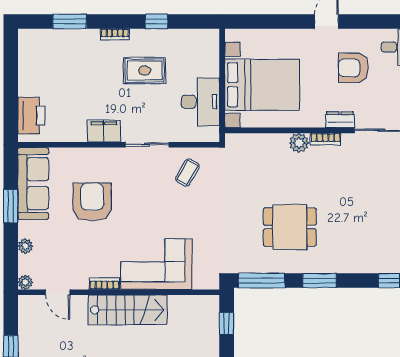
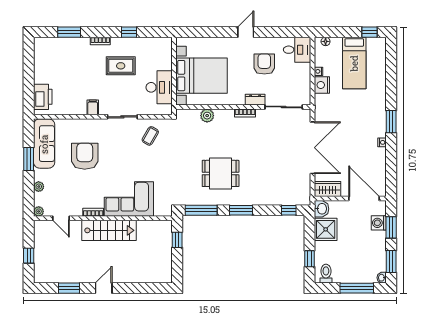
armchair: (353, 68) -> (264, 64), turned 90
filing cabinet: (104, 131) -> (93, 107), width x0.50
plant: (299, 143) -> (207, 116), moved

